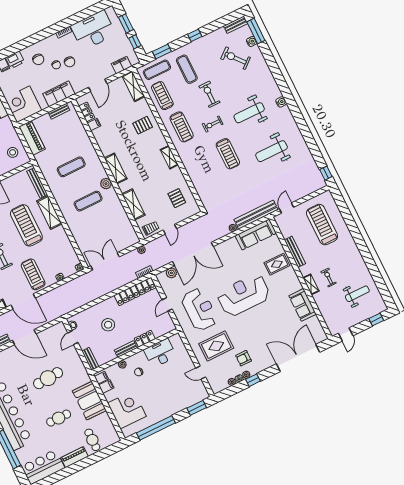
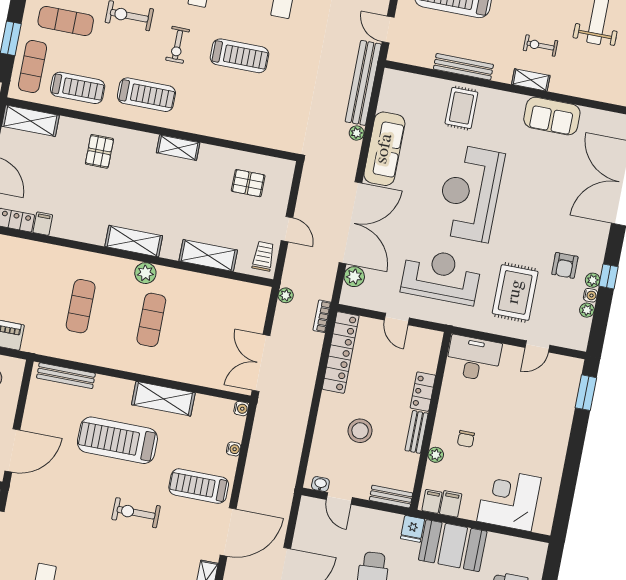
treadmill: (162, 96) -> (78, 88), turned 180
shelving: (49, 212) -> (163, 399), moved
sofa: (256, 234) -> (384, 149), moved
desk: (160, 353) -> (474, 358), moved, turned 90
fridge: (84, 378) -> (413, 529), added
window: (156, 428) -> (570, 477), removed

